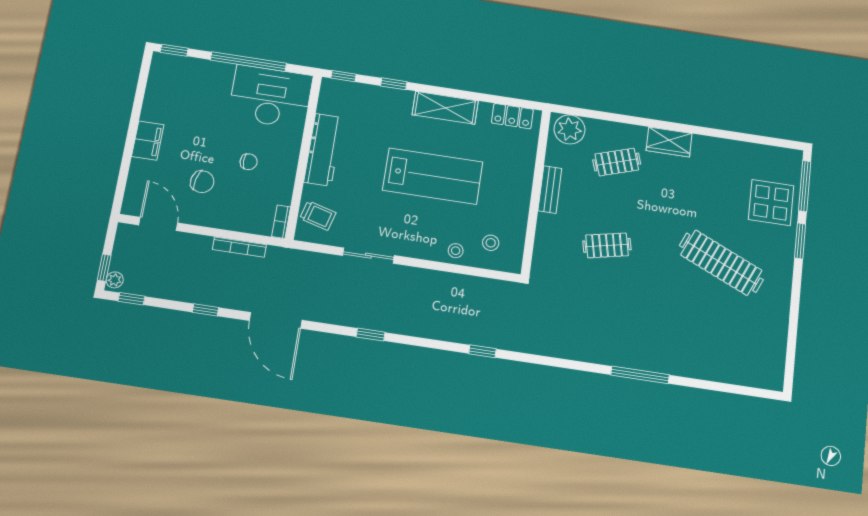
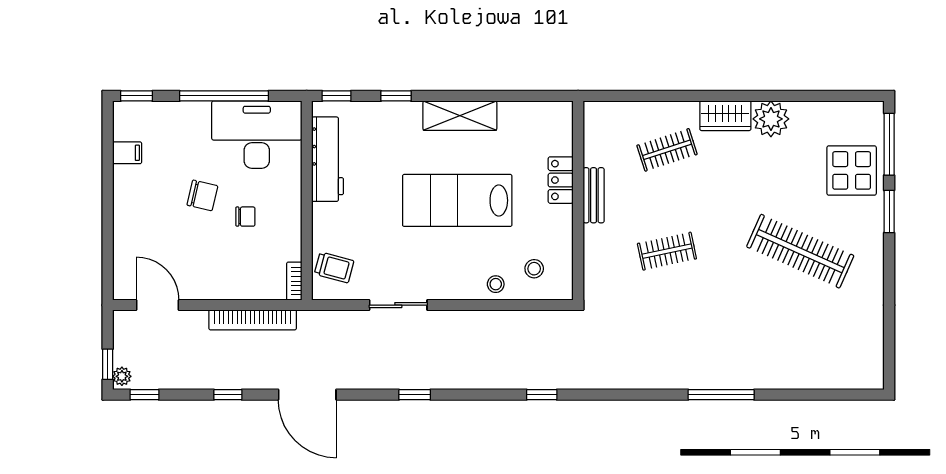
locker: (512, 116) -> (561, 180), moved, turned 90
plant: (570, 129) -> (771, 119), moved
filing cabinet: (148, 141) -> (127, 153), moved, width x0.50
workbench: (323, 150) -> (328, 159), moved
lab bench: (433, 176) -> (457, 200), turned 180
chair: (202, 182) -> (202, 195), moved
bookcase: (239, 247) -> (253, 320), width x1.48, depth x1.31

